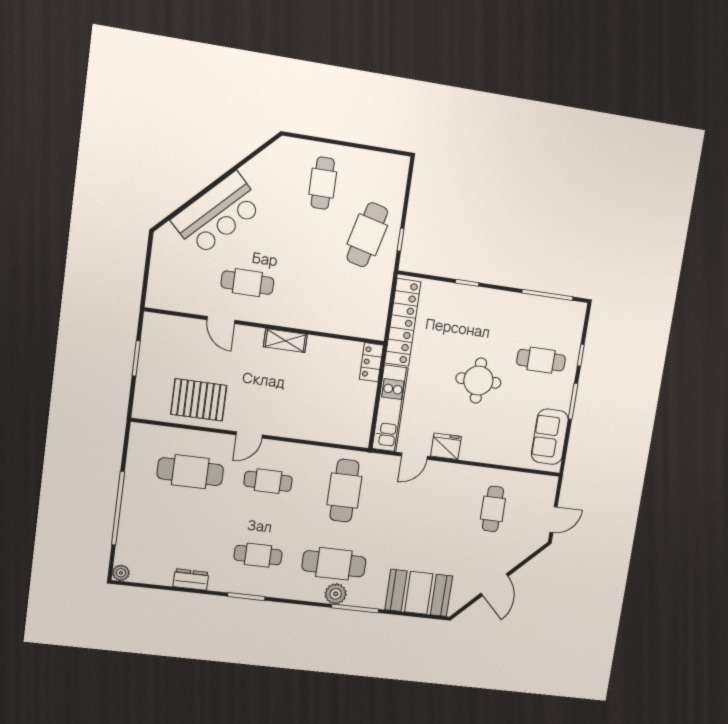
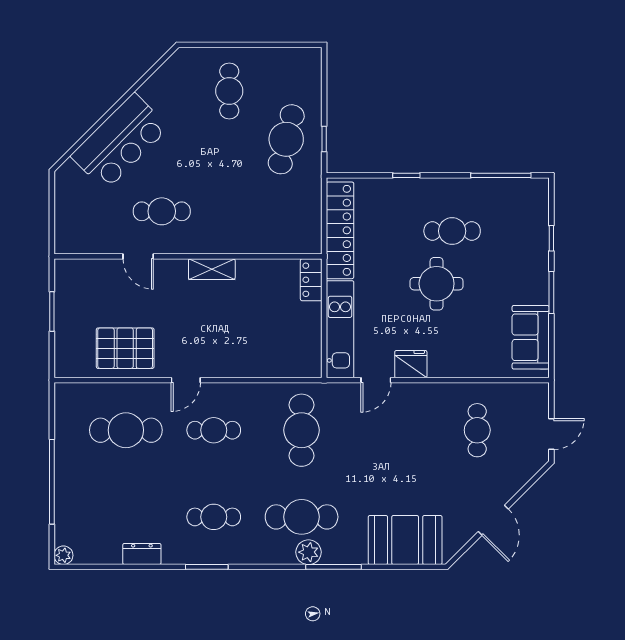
cafe table: (541, 360) -> (452, 231), moved

